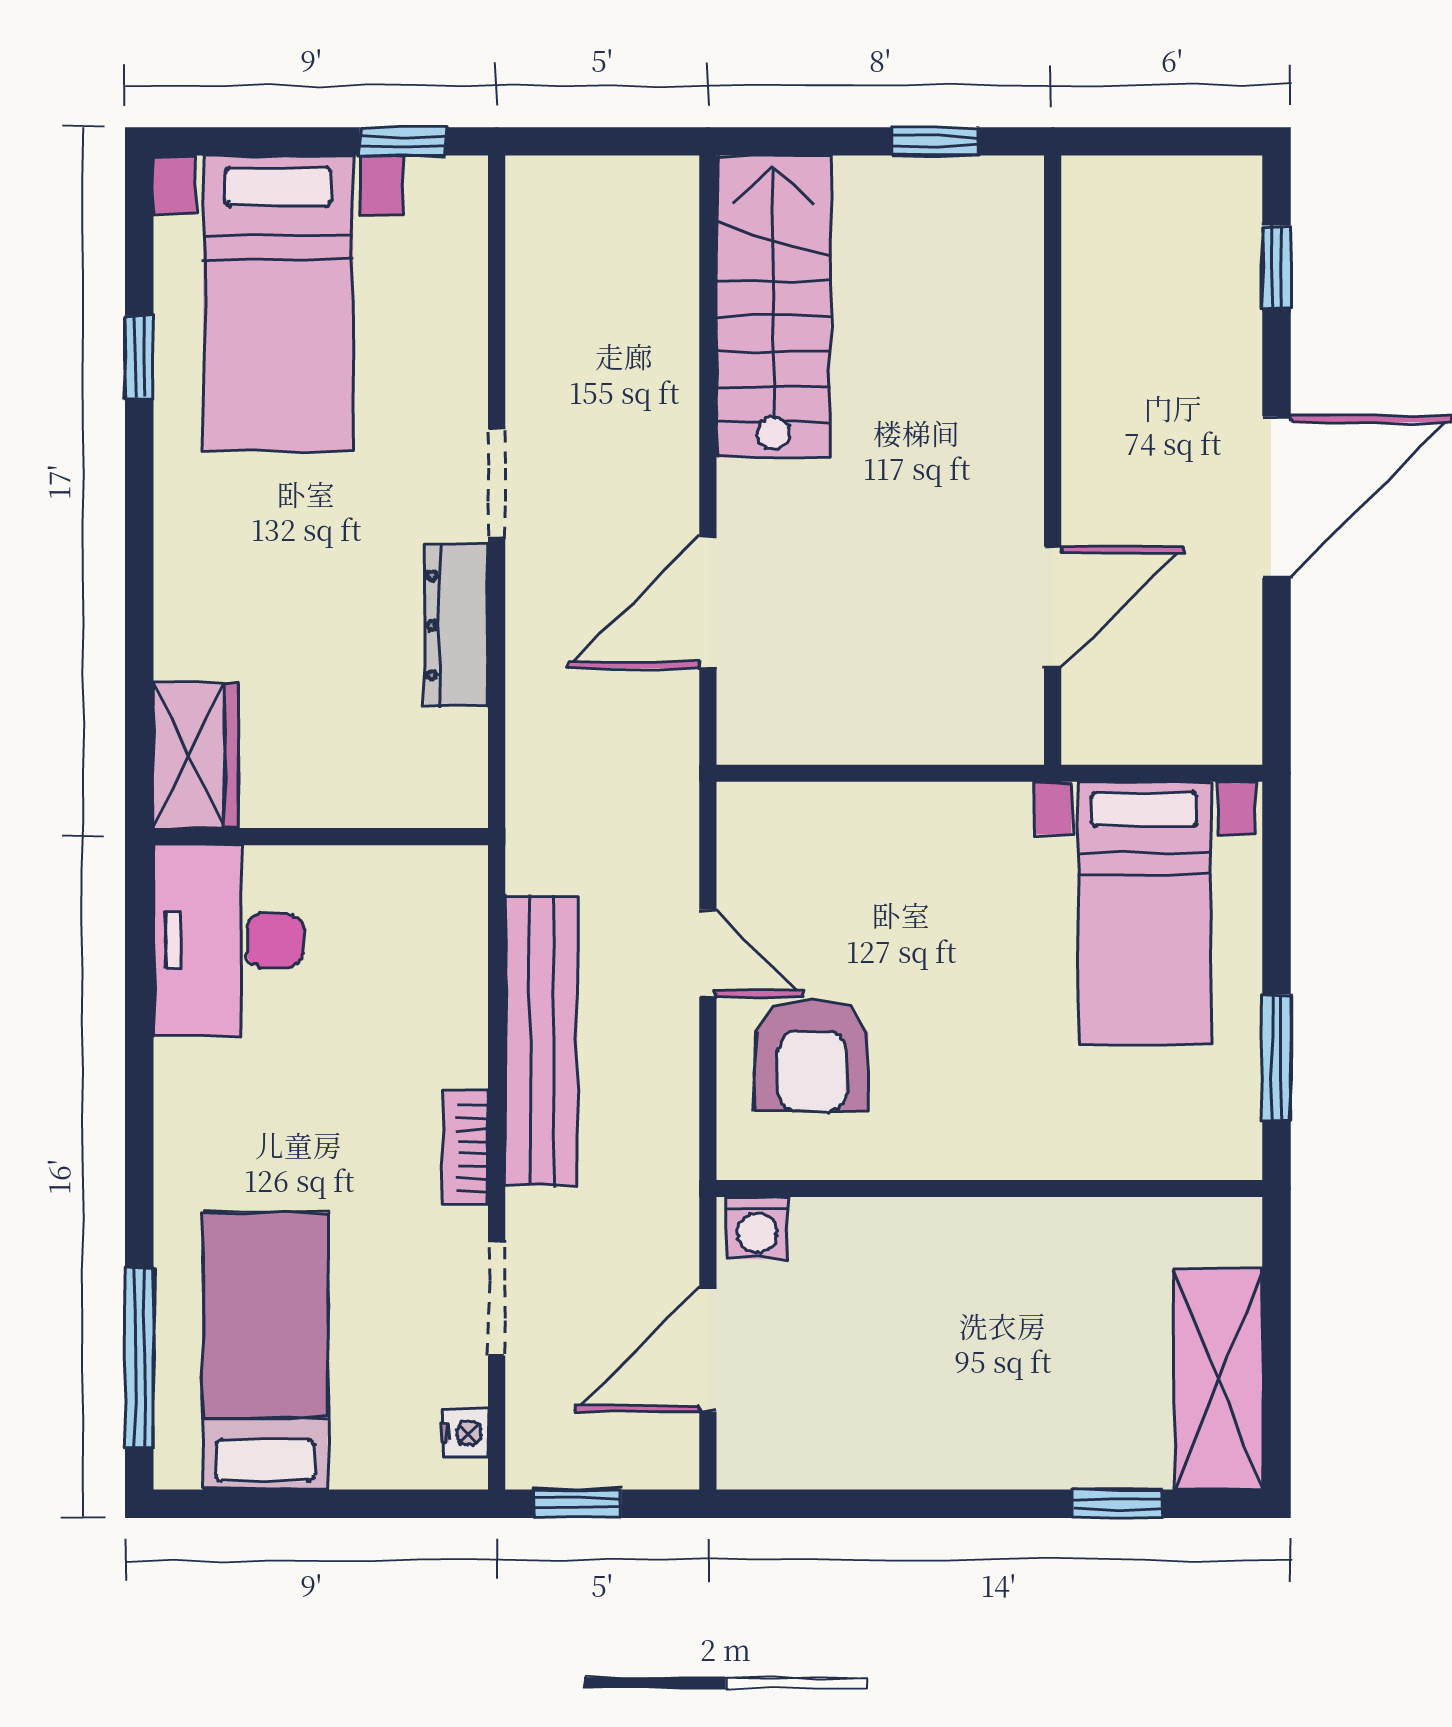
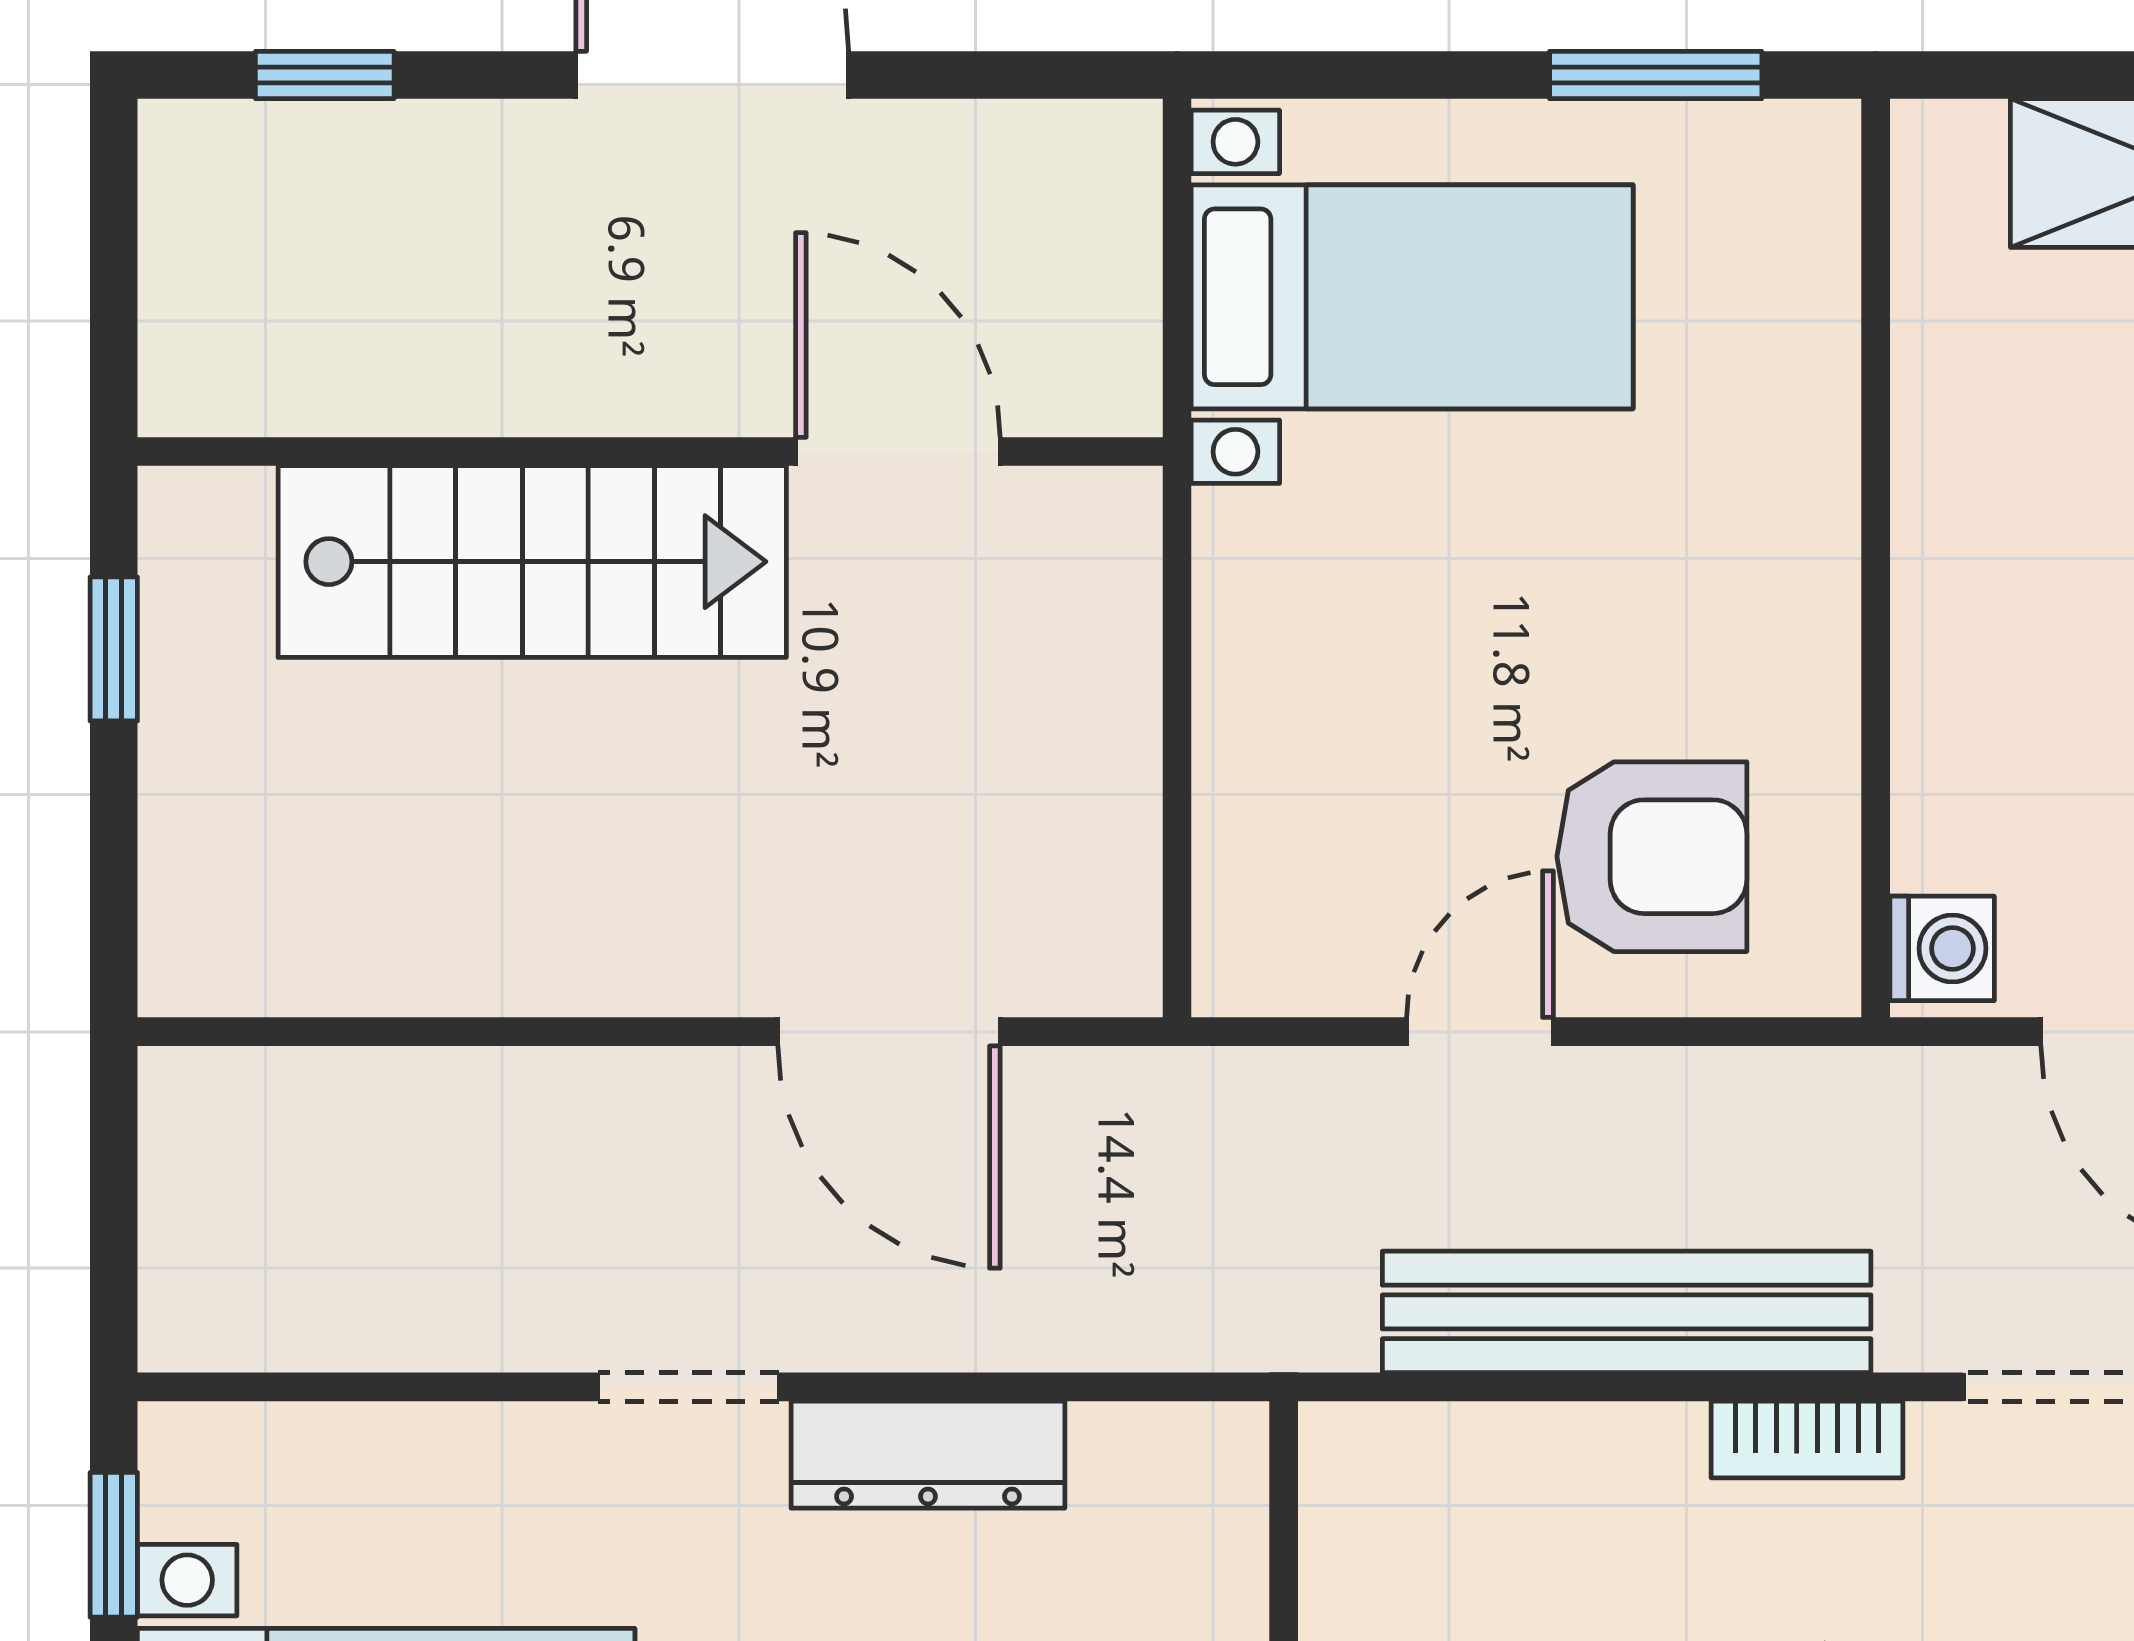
stairs: (773, 306) -> (532, 562), moved, turned 180

